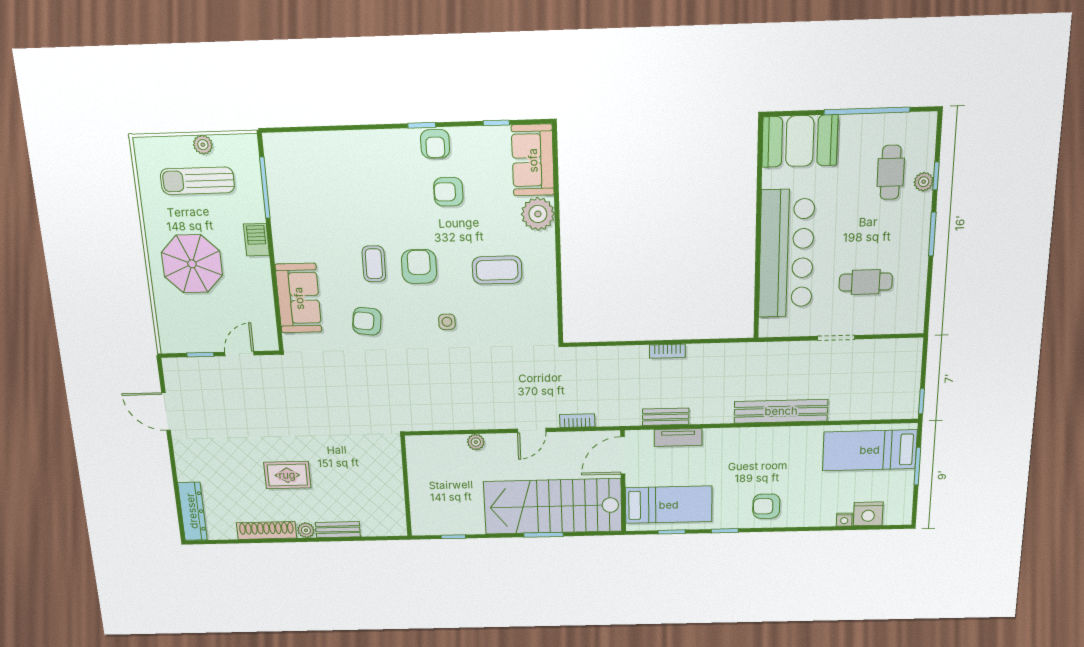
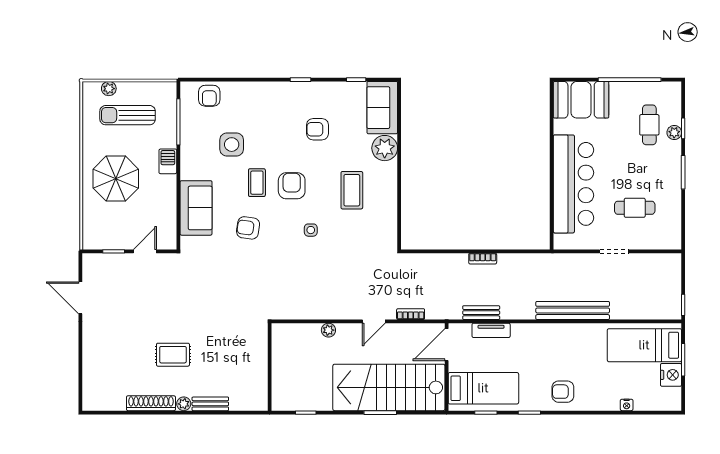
armchair: (435, 144) -> (209, 96), moved
plant: (203, 145) -> (109, 89), moved
side table: (337, 215) -> (232, 145), added
coffee table: (497, 270) -> (352, 190), turned 90
dresser: (192, 511) -> (91, 385), removed
nightstand: (868, 514) -> (671, 375), moved, turned -90

